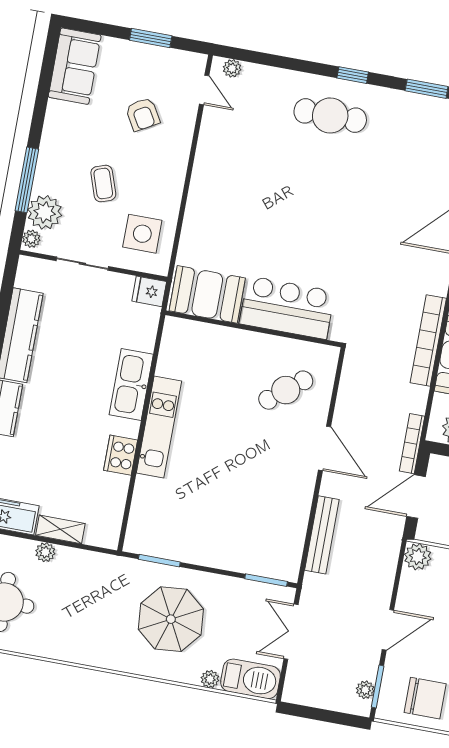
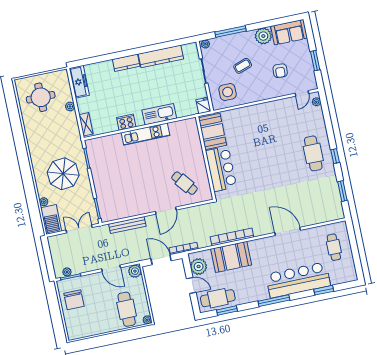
armchair: (143, 114) -> (280, 71), turned -57
plant: (45, 212) -> (263, 36), moved
shelving: (60, 529) -> (86, 124), moved
door: (388, 630) -> (111, 268), moved

